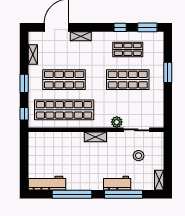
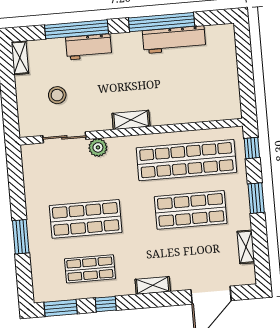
shelving: (81, 36) -> (153, 285), moved
workbench: (47, 183) -> (174, 40), moved

